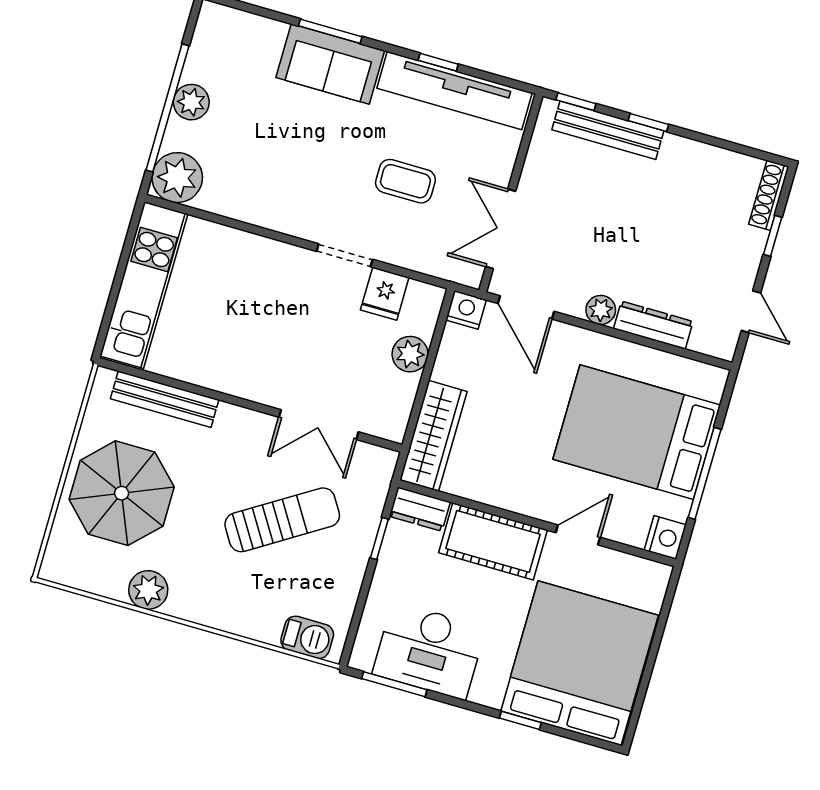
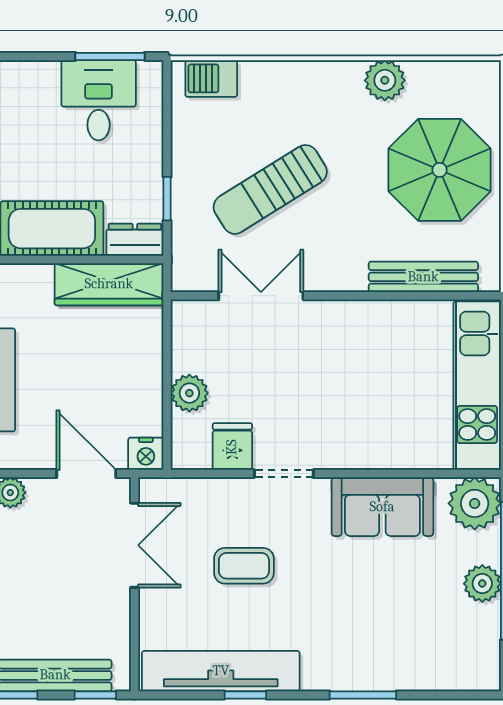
sofa: (330, 64) -> (382, 507), moved, turned 180
wardrobe: (433, 436) -> (109, 284), moved, turned -90
desk: (429, 651) -> (99, 100), width x0.73

